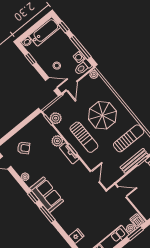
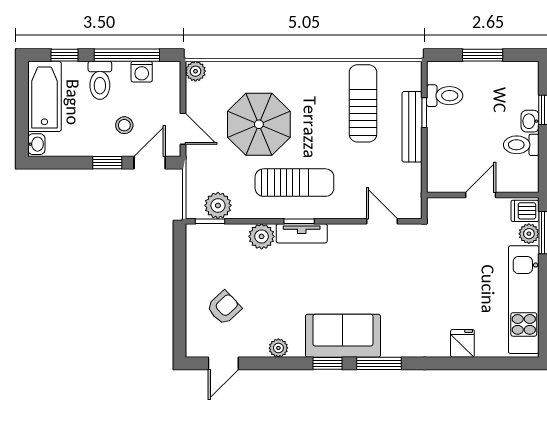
window: (31, 59) -> (107, 163), moved
toilet: (83, 67) -> (100, 80), moved
parasol: (102, 115) -> (259, 124), moved
door: (122, 192) -> (481, 195), moved

